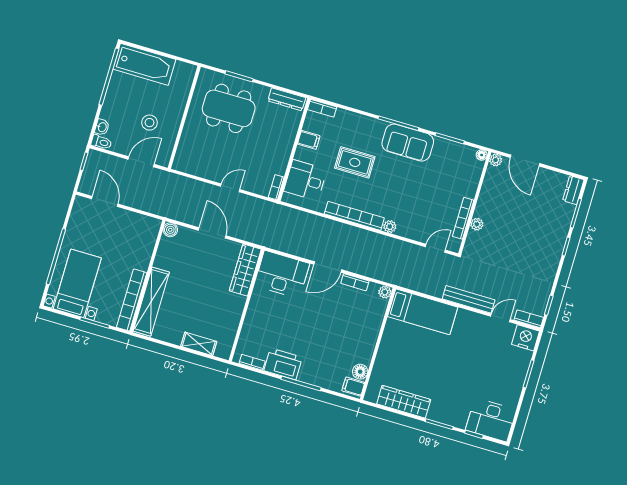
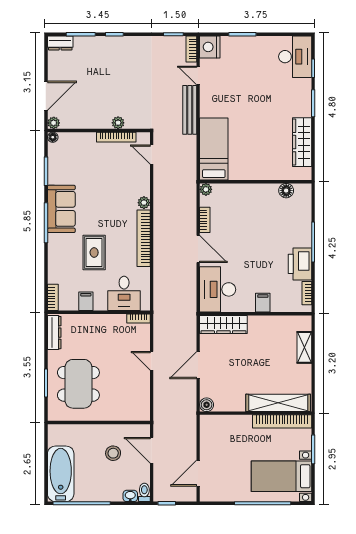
filing cabinet: (353, 387) -> (263, 303), moved, turned 180

